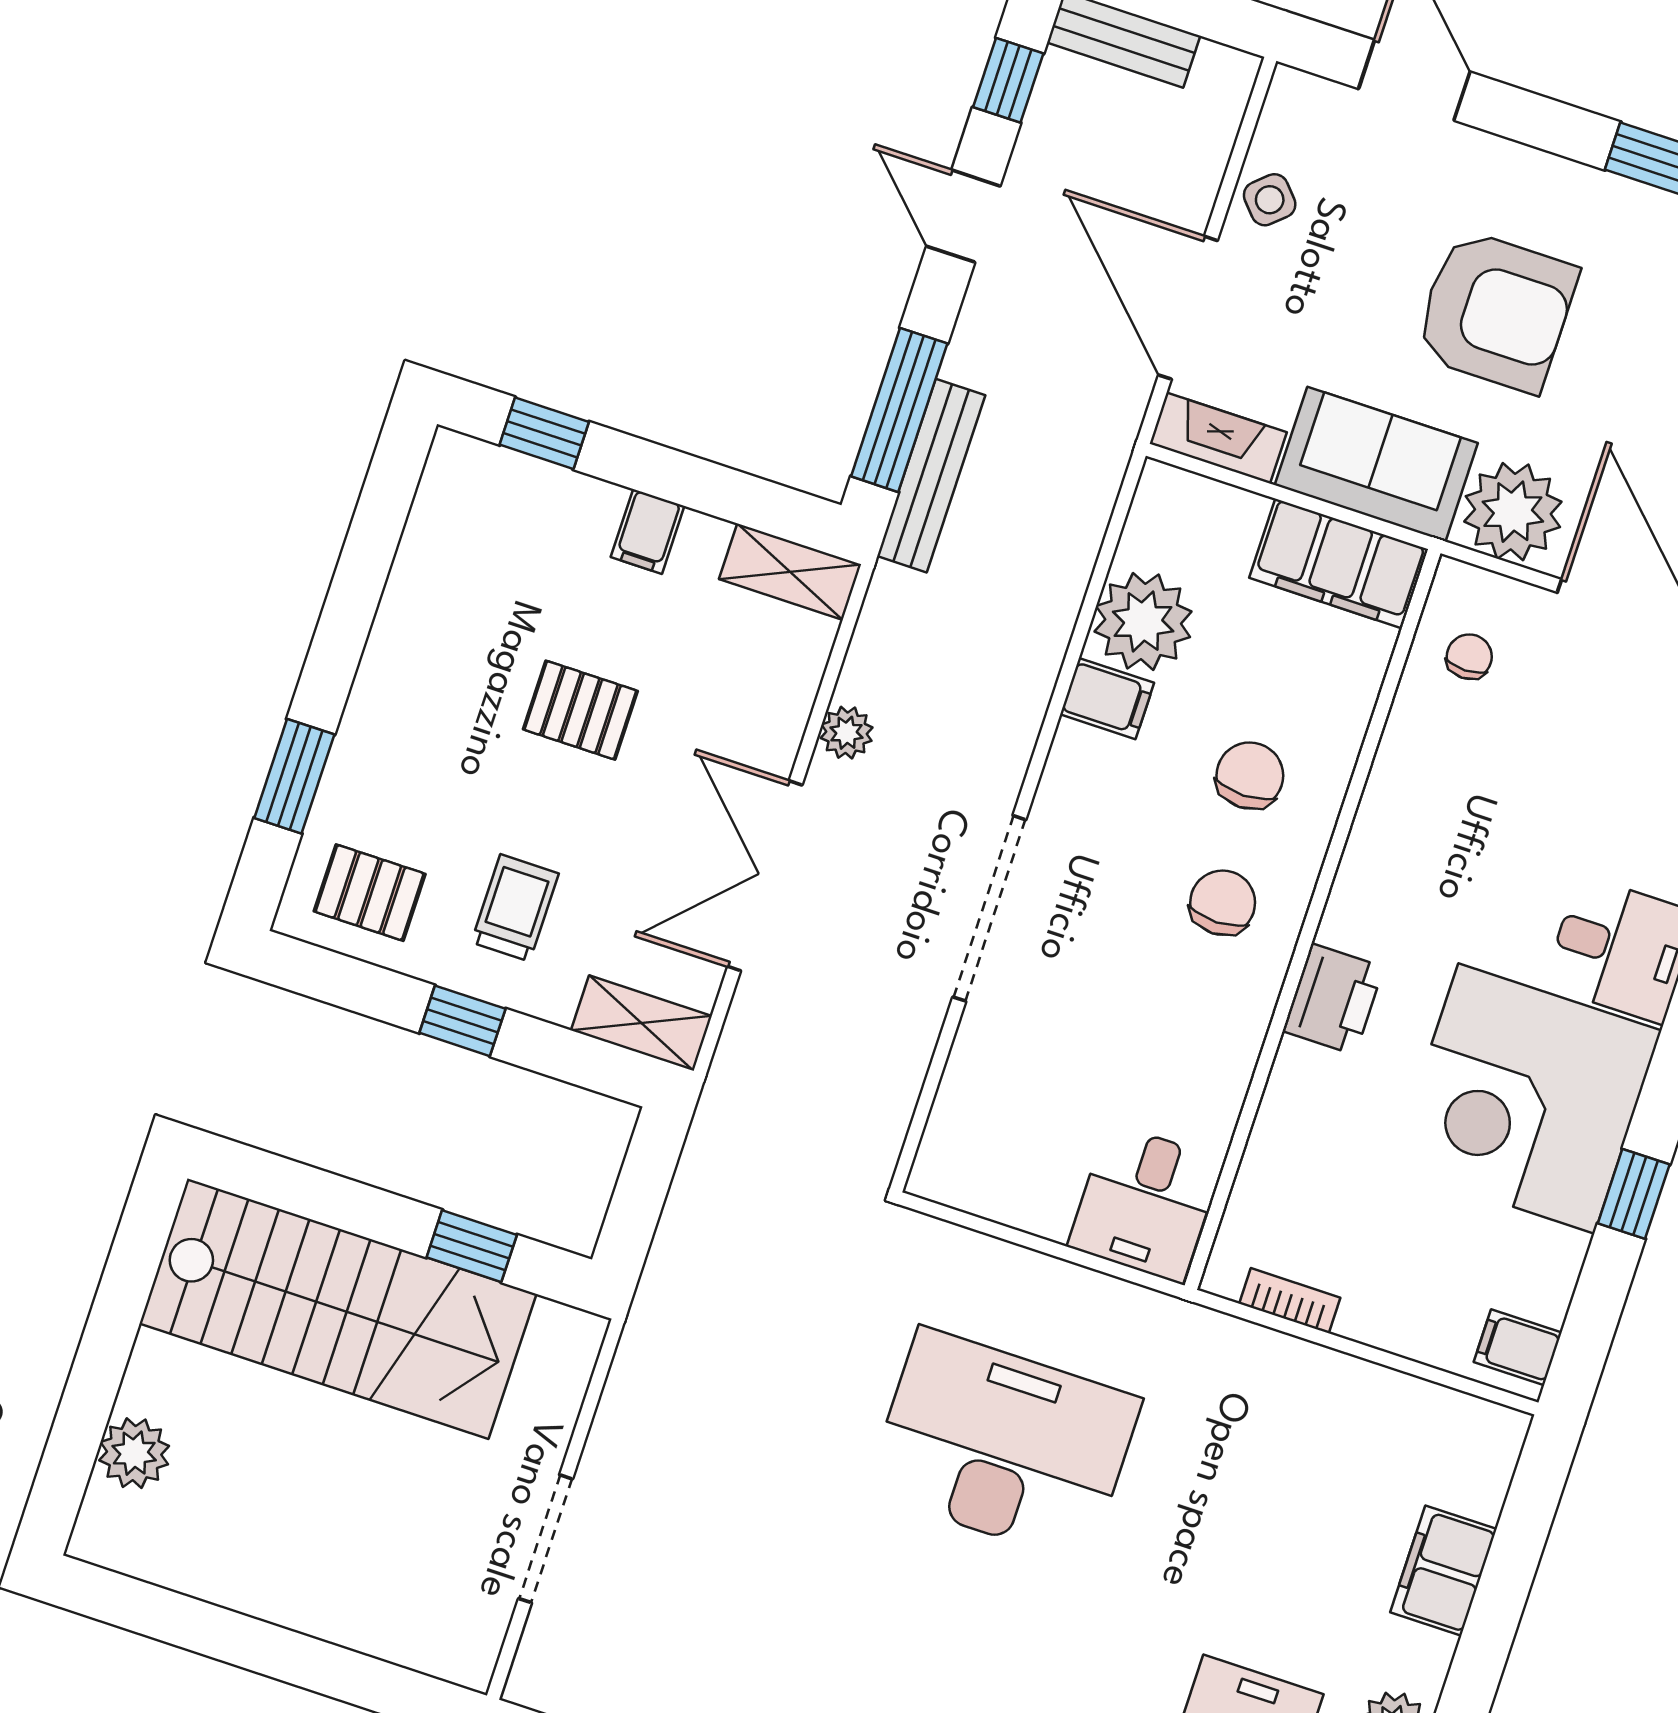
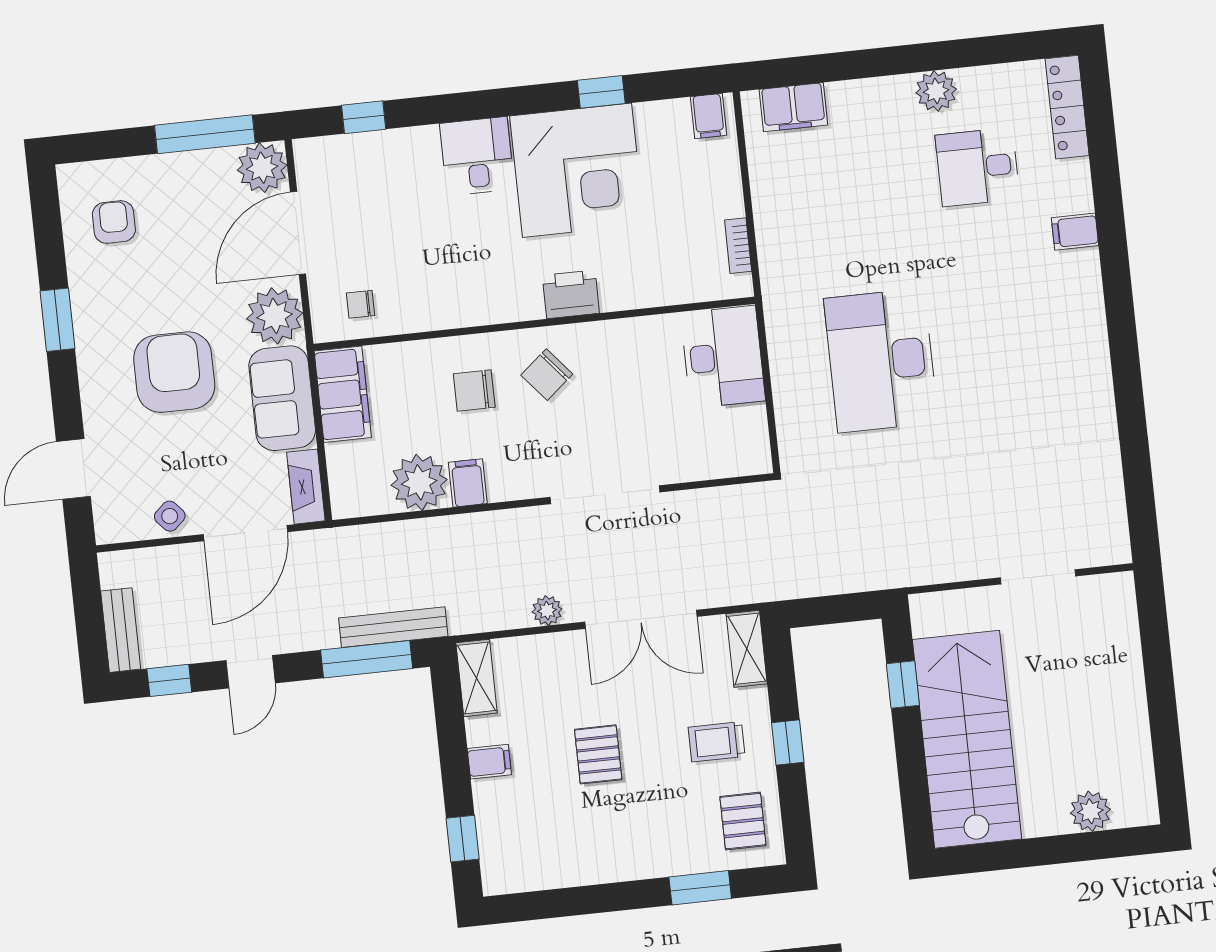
chair: (1223, 903) -> (547, 375), turned -40
desk: (1145, 1203) -> (723, 357), width x1.37
filing cabinet: (1443, 1571) -> (793, 107), moved

